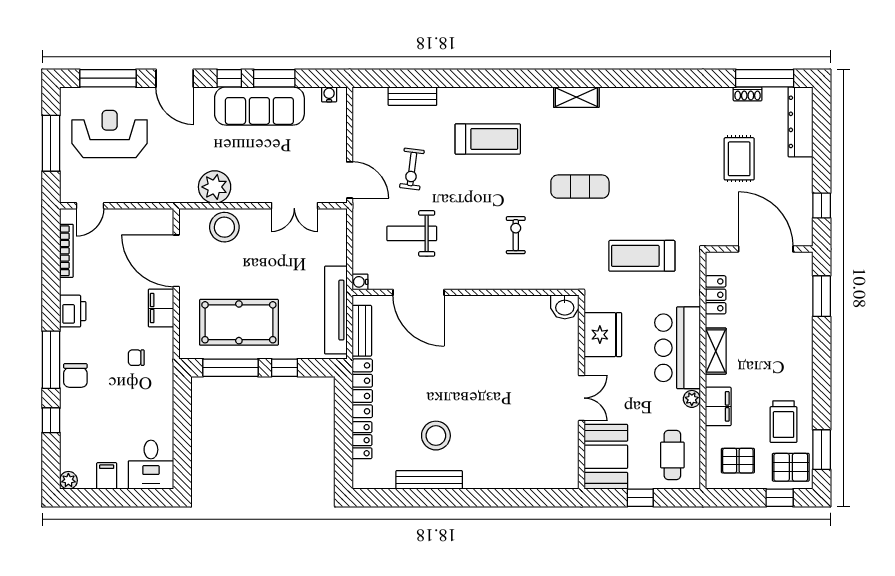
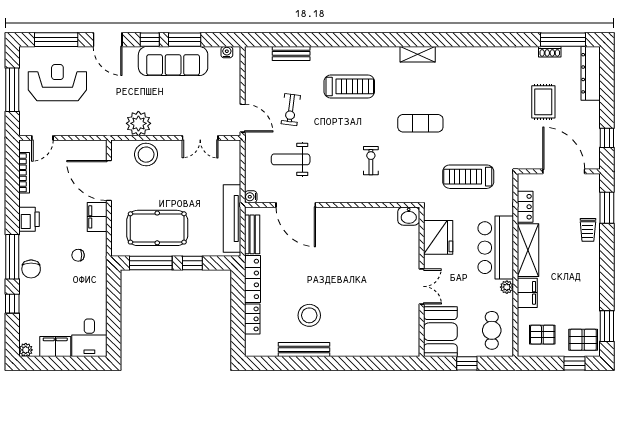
shelving: (716, 351) -> (528, 250), width x1.50, depth x1.33
trolley: (784, 422) -> (588, 230), moved, width x0.73, depth x0.72
filing cabinet: (107, 476) -> (55, 346), width x2.00

